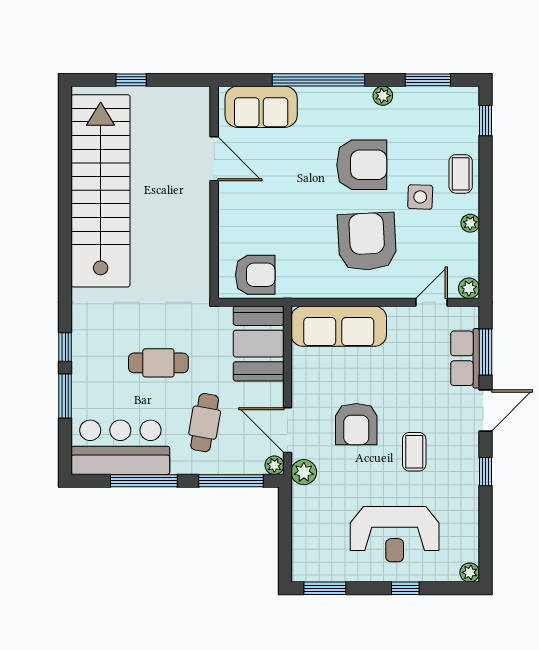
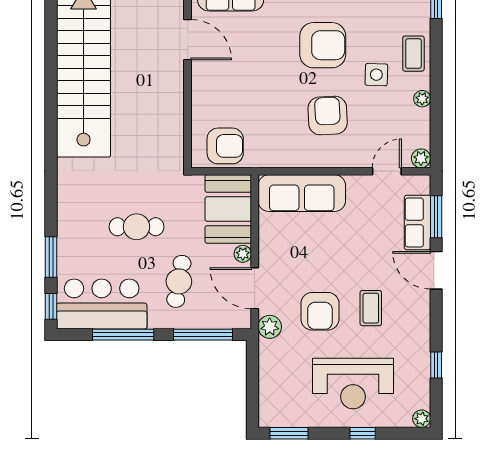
armchair: (367, 242) -> (328, 116), width x0.73, depth x0.73
window: (65, 347) -> (51, 306), moved
door: (485, 410) -> (436, 270), swing flipped
armchair: (356, 424) -> (320, 311), moved
plant: (274, 465) -> (243, 254), moved
window: (485, 472) -> (436, 365), moved

